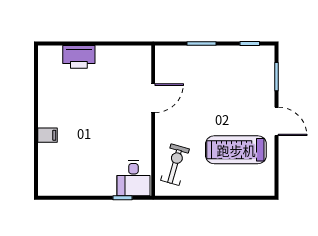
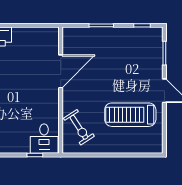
door: (153, 98) -> (61, 71), width x1.36
exercise bike: (175, 165) -> (79, 127), turned 131

